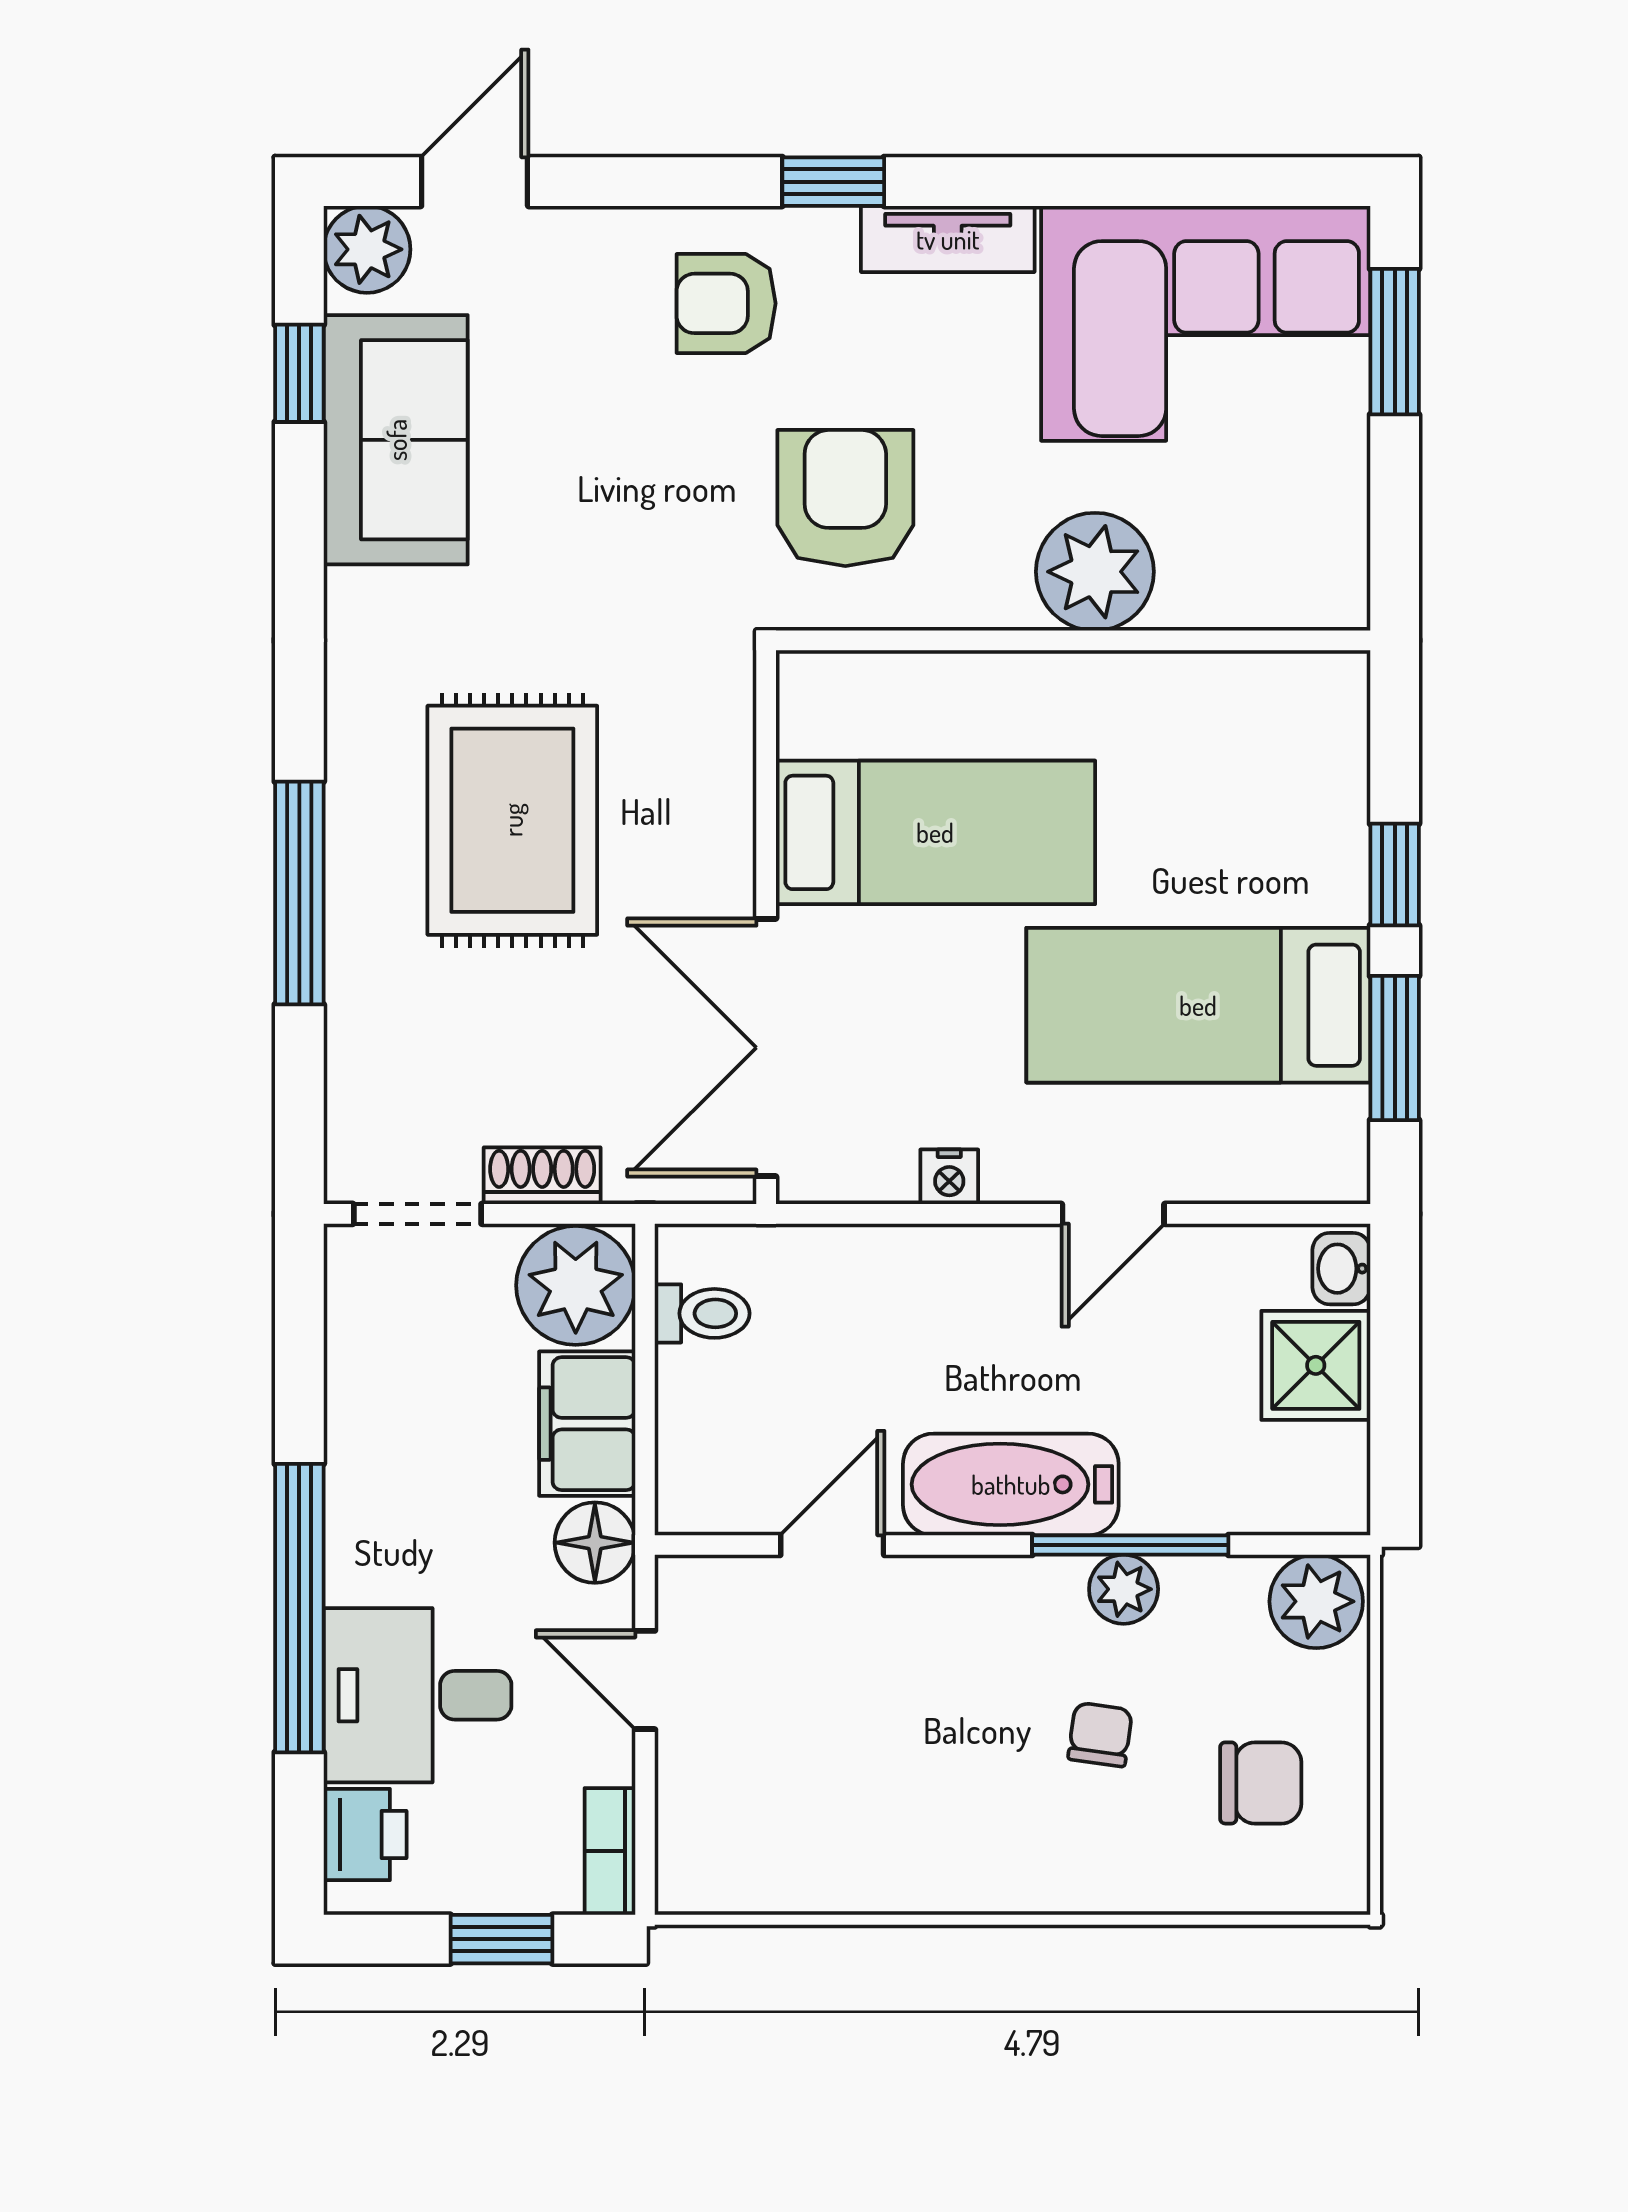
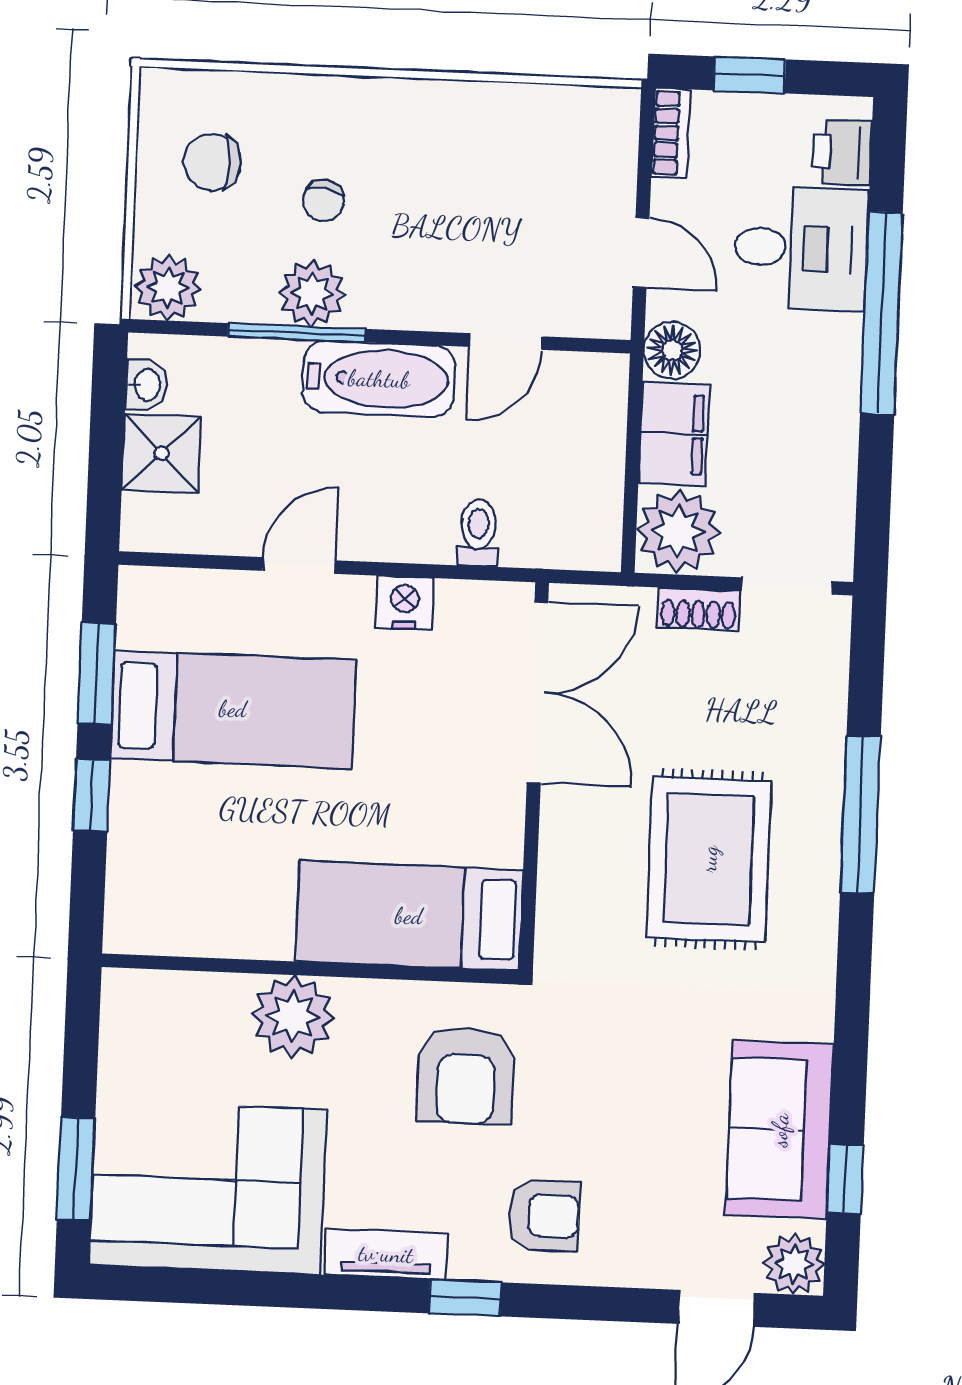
bed: (935, 832) -> (409, 916), moved
nightstand: (949, 1177) -> (405, 603), width x1.39, depth x1.35
washbasin: (1341, 1269) -> (146, 385), moved
toilet: (702, 1313) -> (478, 533), moved, turned 90
plant: (1124, 1589) -> (312, 293), width x1.38, depth x1.38

